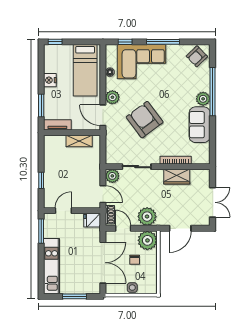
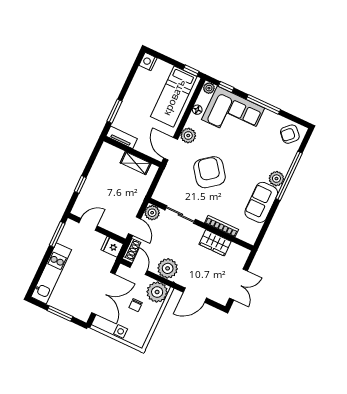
window: (55, 42) -> (191, 71), moved
plant: (111, 49) -> (209, 88), added
nightstand: (50, 80) -> (148, 62), moved

